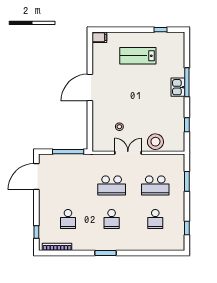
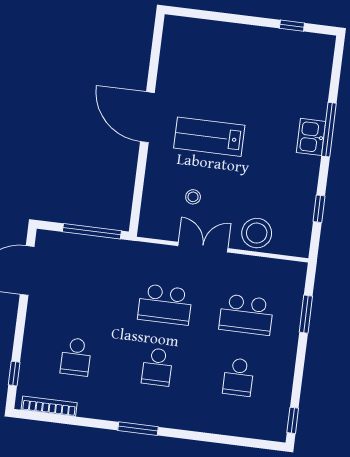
filing cabinet: (99, 37) -> (177, 26), removed
lab bench: (138, 56) -> (209, 137), moved
door: (90, 88) -> (147, 117), hinge flipped
window: (187, 228) -> (293, 420), moved

